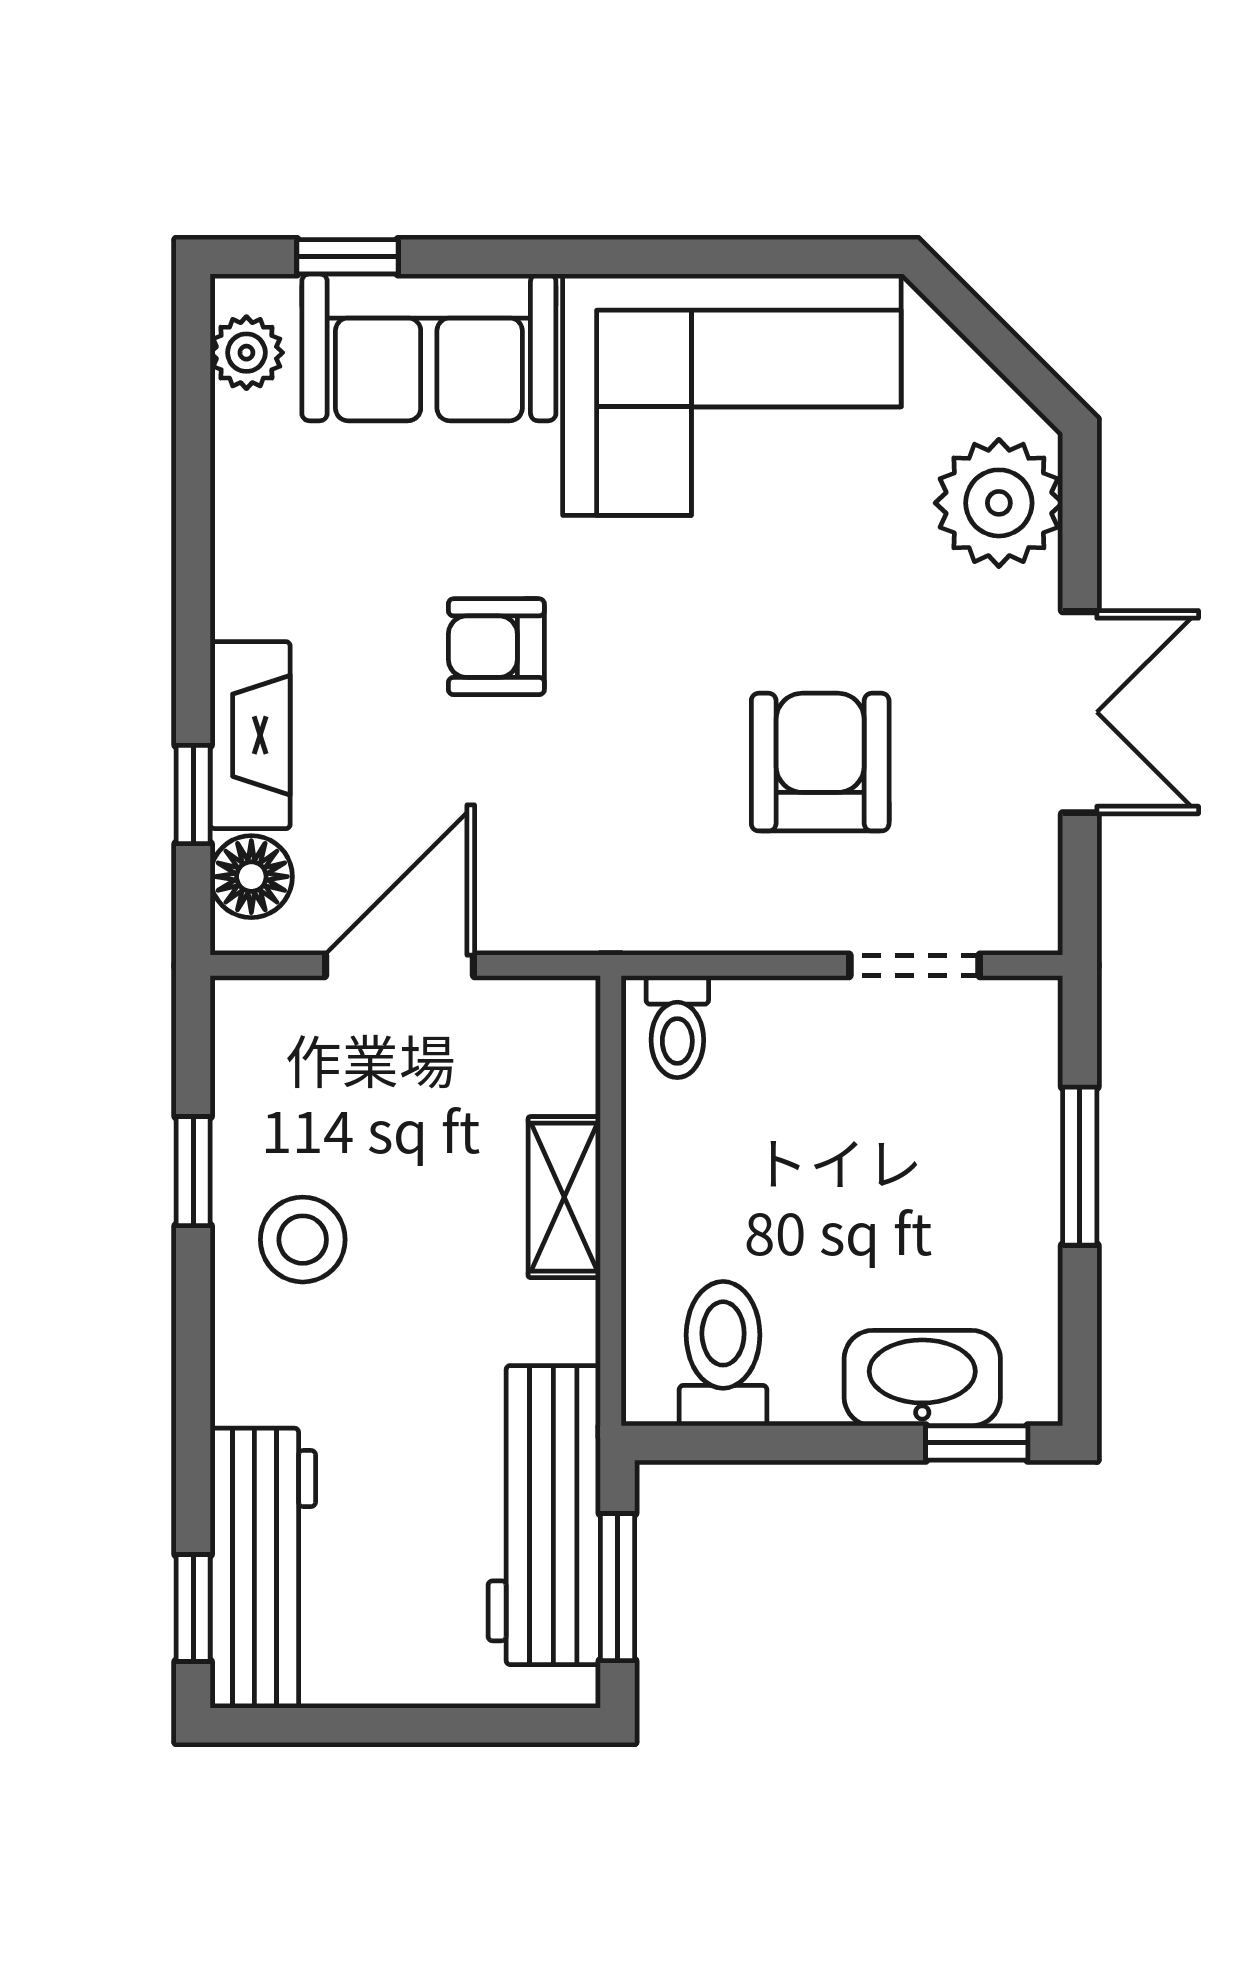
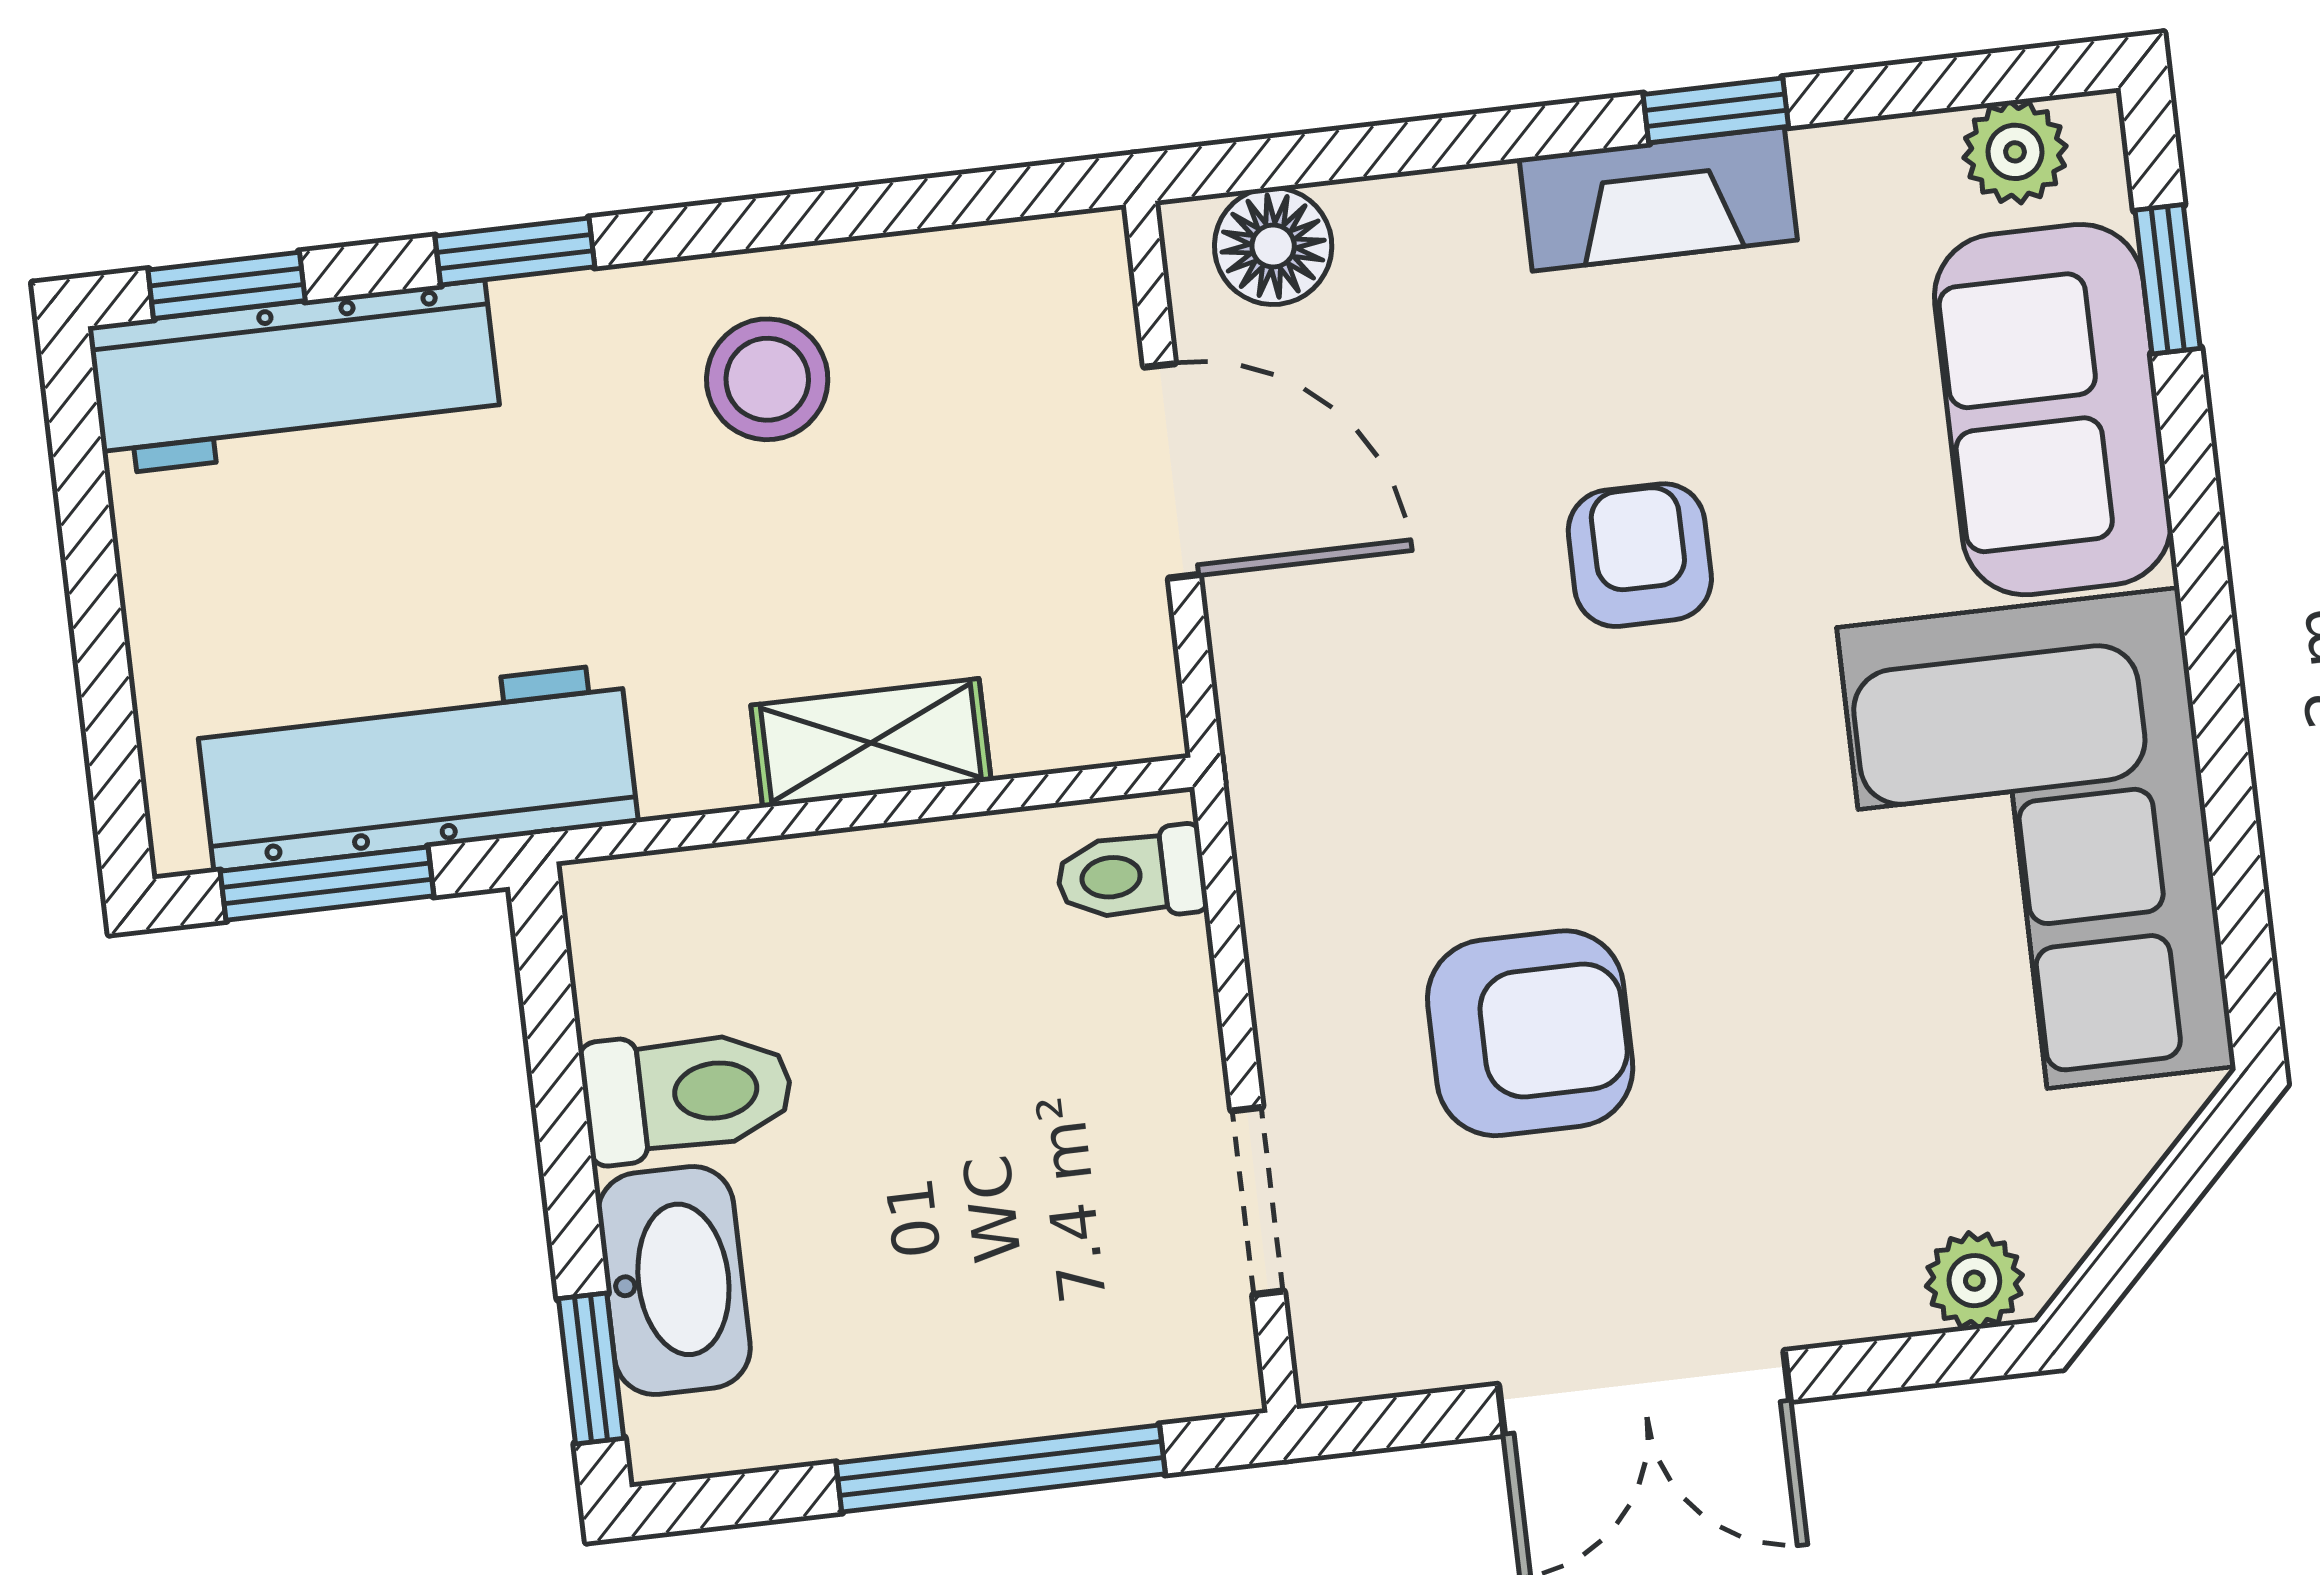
plant: (999, 503) -> (1974, 1281), width x0.53, depth x0.53
fireplace: (250, 735) -> (1658, 199), moved
window: (193, 794) -> (1716, 110), moved
window: (1080, 1166) -> (1001, 1468), width x1.44
window: (193, 1171) -> (515, 251), moved
toilet: (723, 1354) -> (687, 1094), moved

